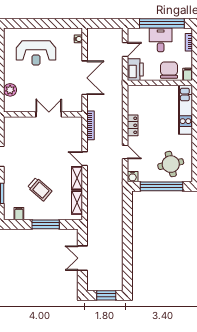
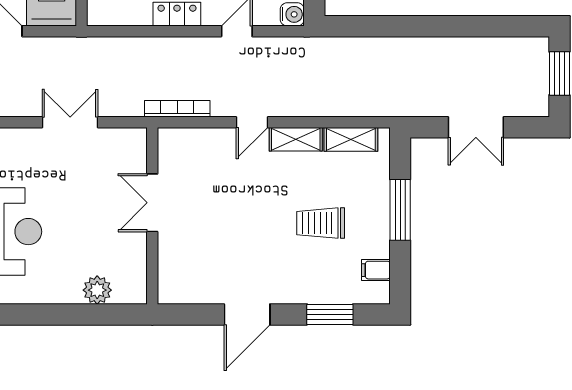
double door: (85, 78) -> (70, 122), width x0.73
trolley: (40, 189) -> (321, 223), turned -131

